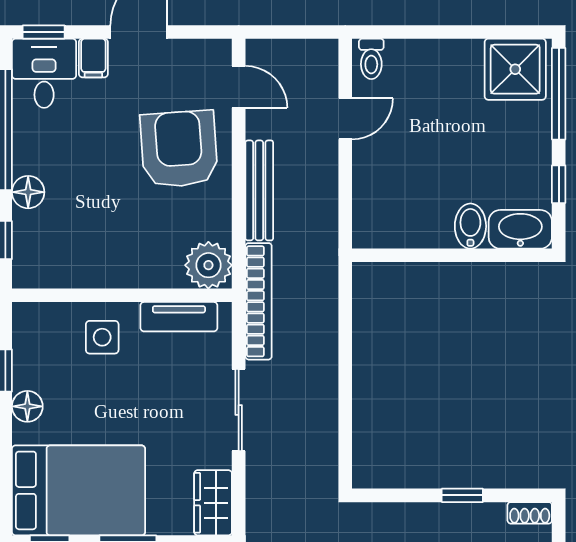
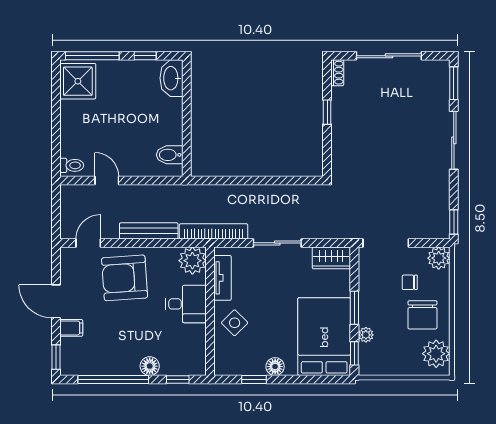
desk: (44, 73) -> (186, 304), moved, turned 180
bidet: (470, 226) -> (170, 155), moved
side table: (102, 337) -> (235, 323), turned 45

